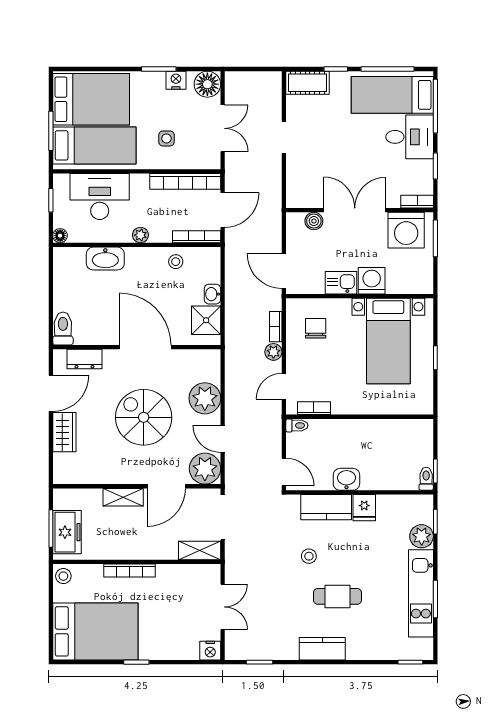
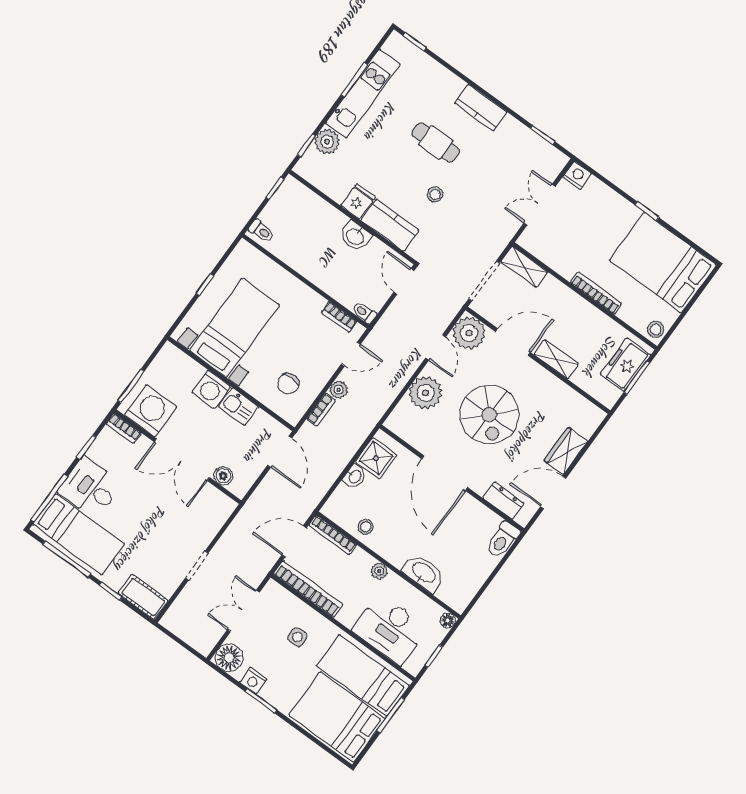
toilet: (426, 479) -> (262, 231), moved, turned -90

